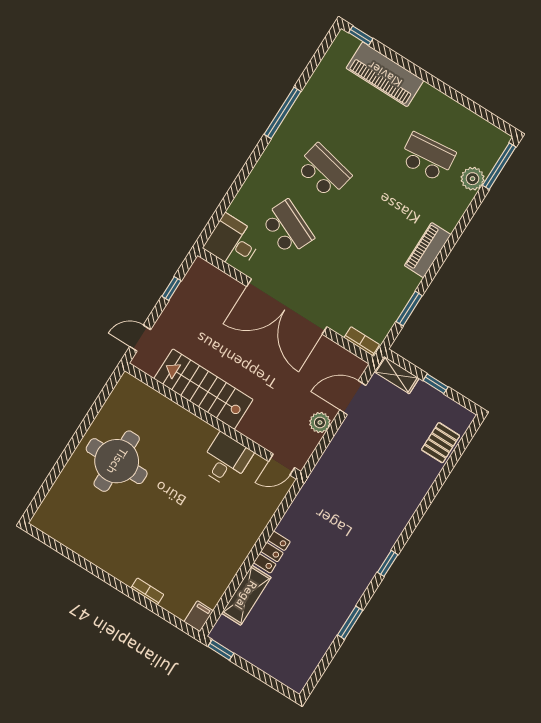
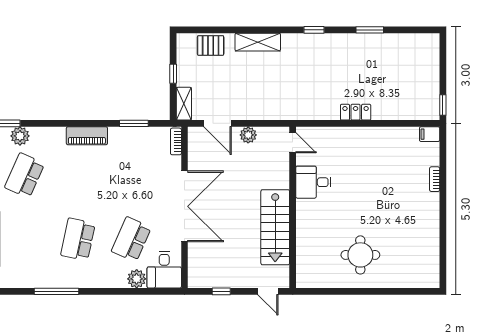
school desk: (427, 157) -> (25, 175), turned 30
plant: (242, 207) -> (137, 279), added
round table: (117, 461) -> (360, 255), width x0.73, depth x0.73
shelving: (246, 595) -> (258, 42), moved

